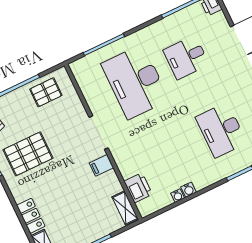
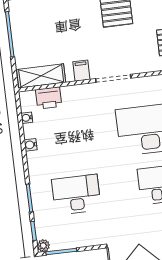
water cooler: (178, 196) -> (27, 118), moved
shelving: (125, 208) -> (41, 76), width x1.50, depth x1.33

